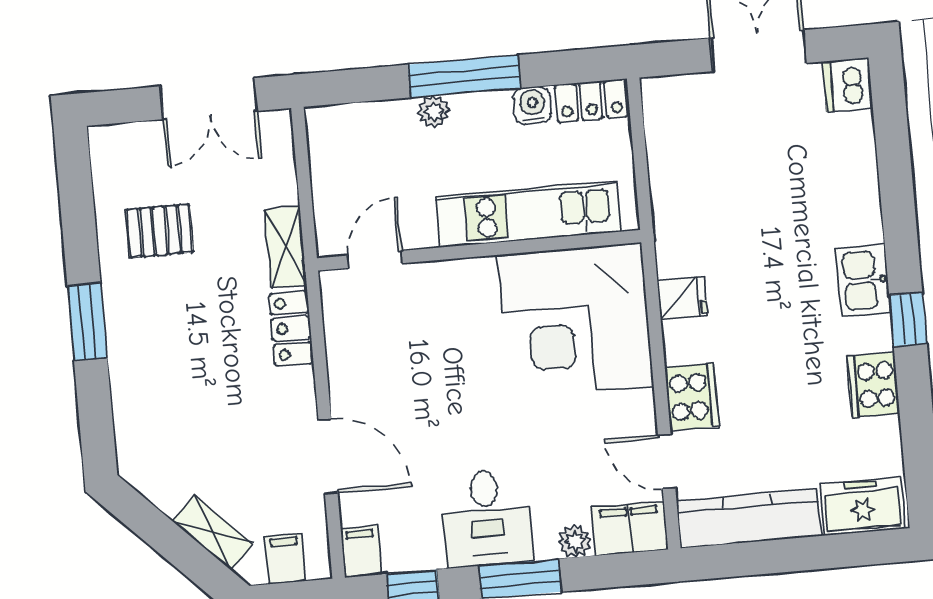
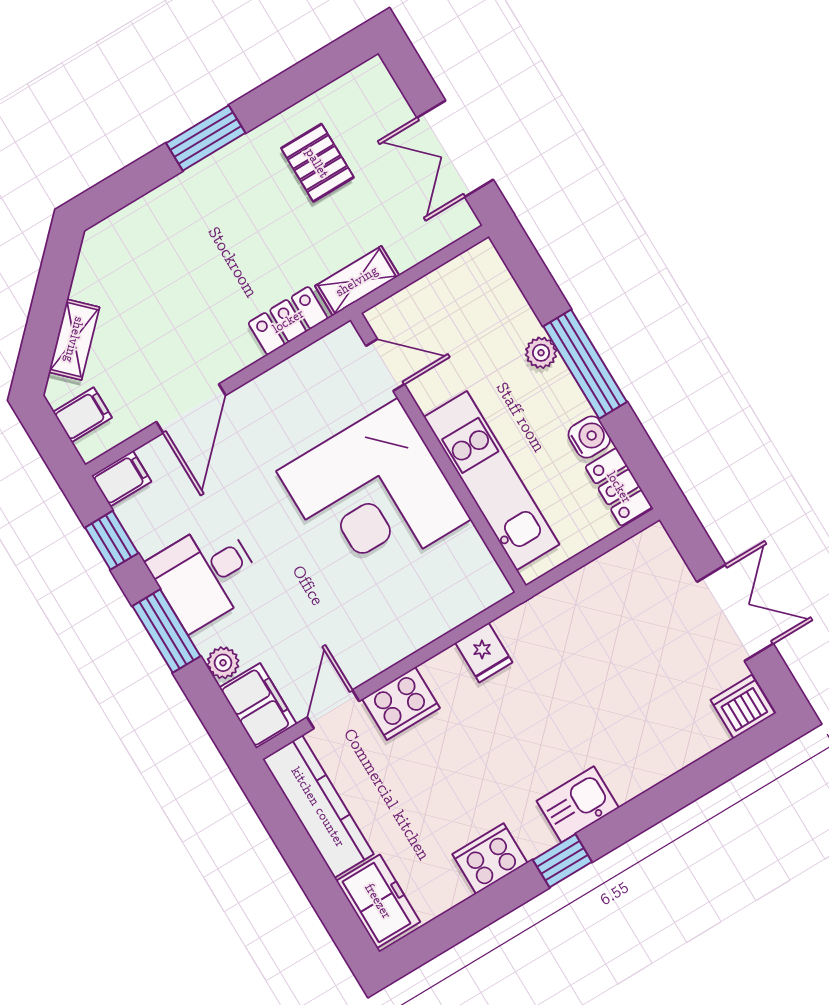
corner desk: (575, 321) -> (374, 495), moved, turned -90

